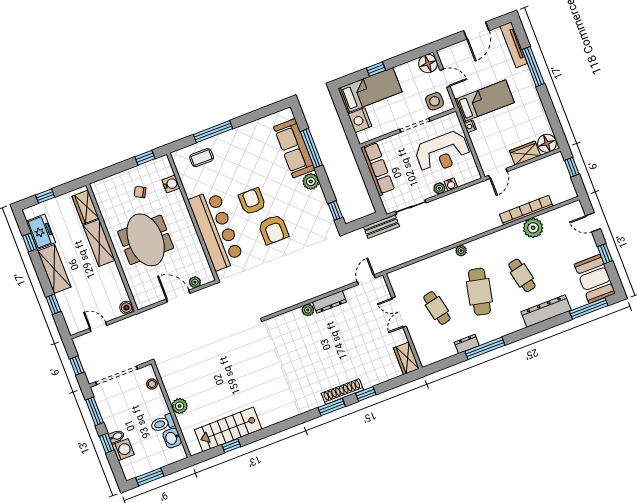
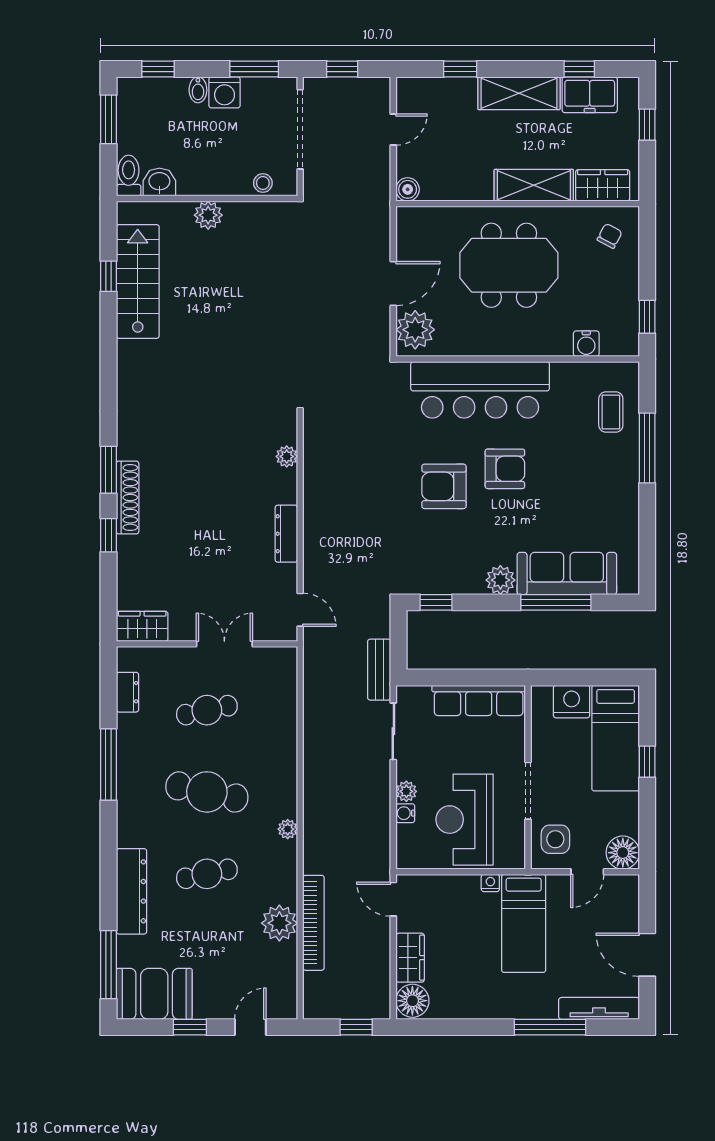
chair: (140, 192) -> (610, 236), moved
plant: (461, 251) -> (288, 829), moved
plant: (195, 282) -> (415, 330), width x1.88, depth x1.88
plant: (308, 310) -> (287, 456), moved
dresser: (467, 344) -> (127, 692), moved
toilet: (163, 423) -> (129, 176), moved
window: (107, 443) -> (158, 69), moved
washing machine: (123, 450) -> (225, 92), moved

